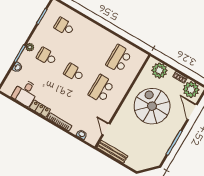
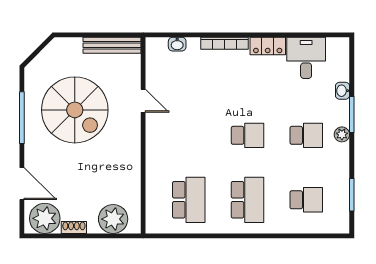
school desk: (101, 89) -> (247, 200), moved
spiral stairs: (152, 106) -> (75, 110), moved
door: (106, 129) -> (143, 101), moved

